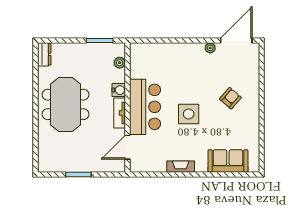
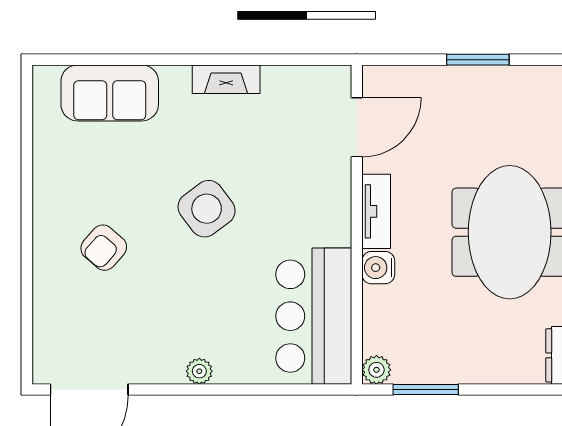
plant: (210, 48) -> (199, 371), moved
plant: (120, 63) -> (376, 370), moved
bar counter: (145, 107) -> (314, 316), moved
side table: (189, 114) -> (207, 209), turned -37

